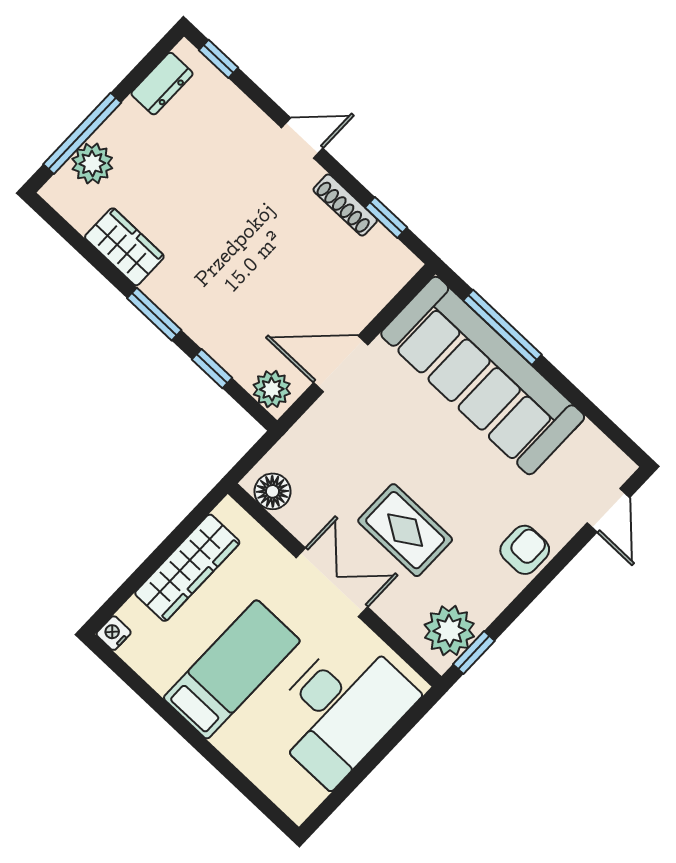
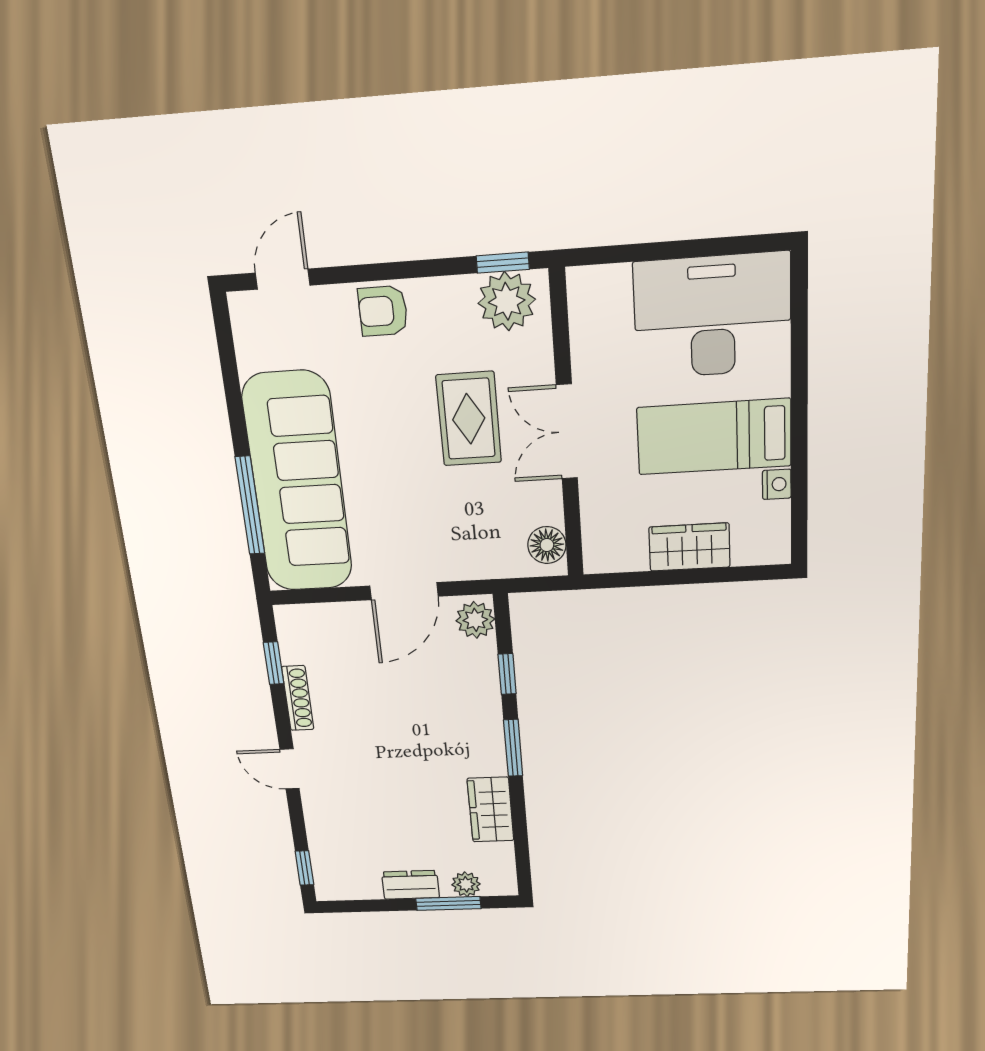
dresser: (162, 84) -> (410, 885), moved
window: (82, 133) -> (448, 903), width x0.69
plant: (92, 163) -> (466, 884), width x0.73, depth x0.73
door: (341, 364) -> (404, 591), hinge flipped
wardrobe: (187, 568) -> (689, 547), width x0.67
nightstand: (114, 633) -> (777, 484), moved, turned -90
desk: (341, 709) -> (712, 316), moved

